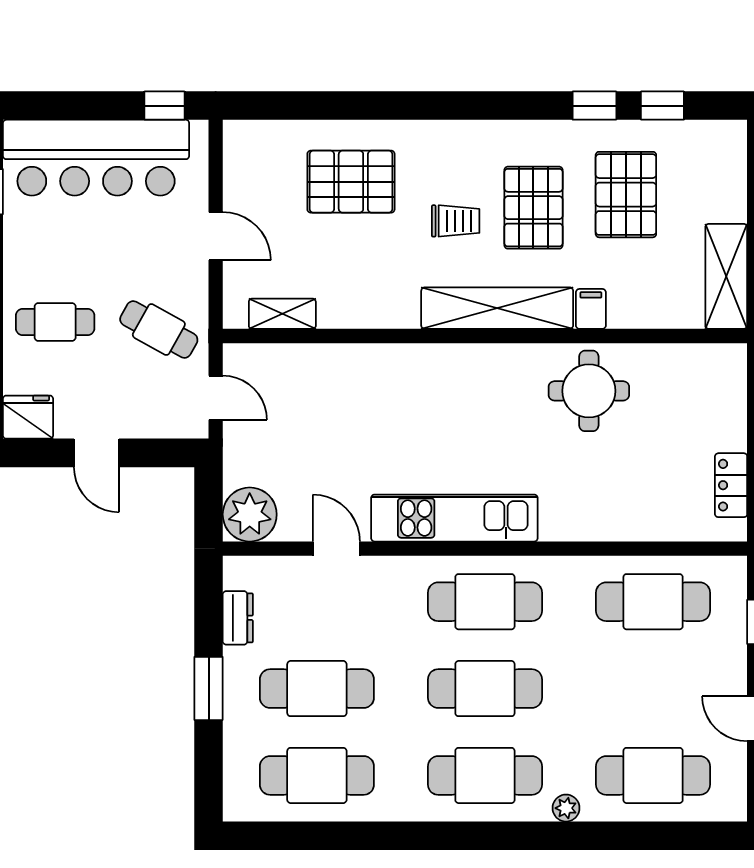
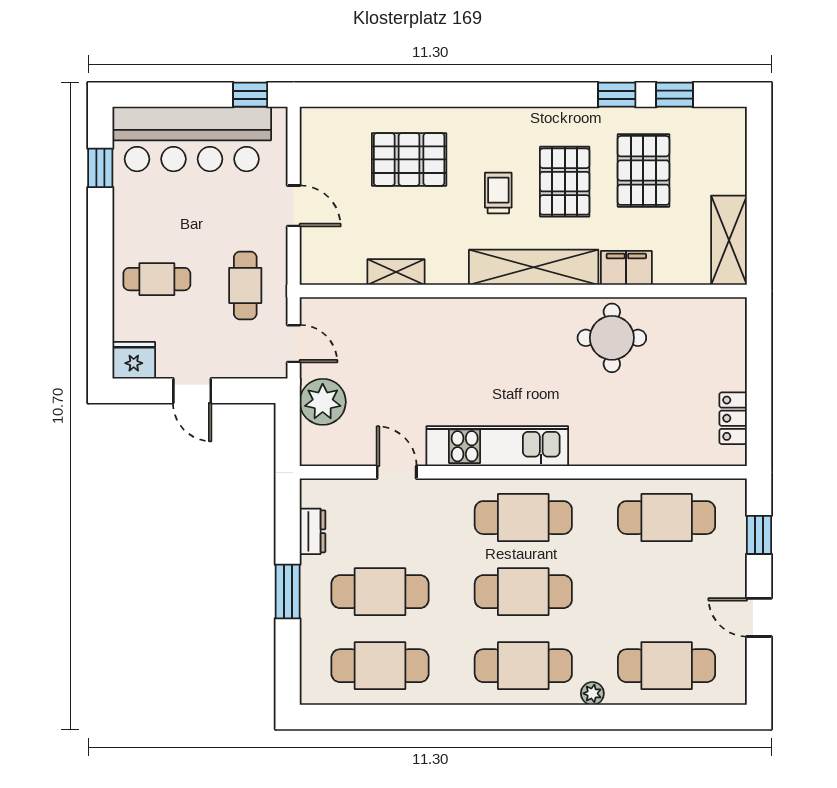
trolley: (456, 221) -> (498, 193), turned -90
filing cabinet: (591, 309) -> (626, 268), width x2.00
shelving: (282, 314) -> (396, 272), moved
cafe table: (159, 329) -> (245, 285), turned 61
plant: (250, 514) -> (323, 402), moved

